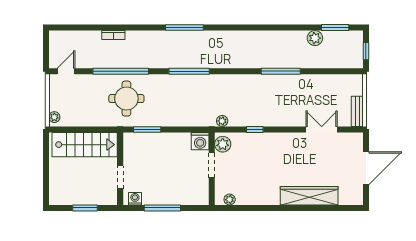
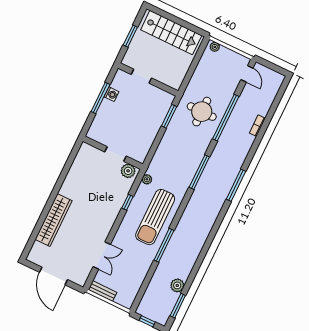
sun lounger: (256, 94) -> (155, 217), added
washing machine: (200, 141) -> (139, 154), removed
stairs: (85, 145) -> (171, 33), moved, turned -90
washing machine: (135, 199) -> (111, 94), moved
plant: (230, 200) -> (81, 155), removed

